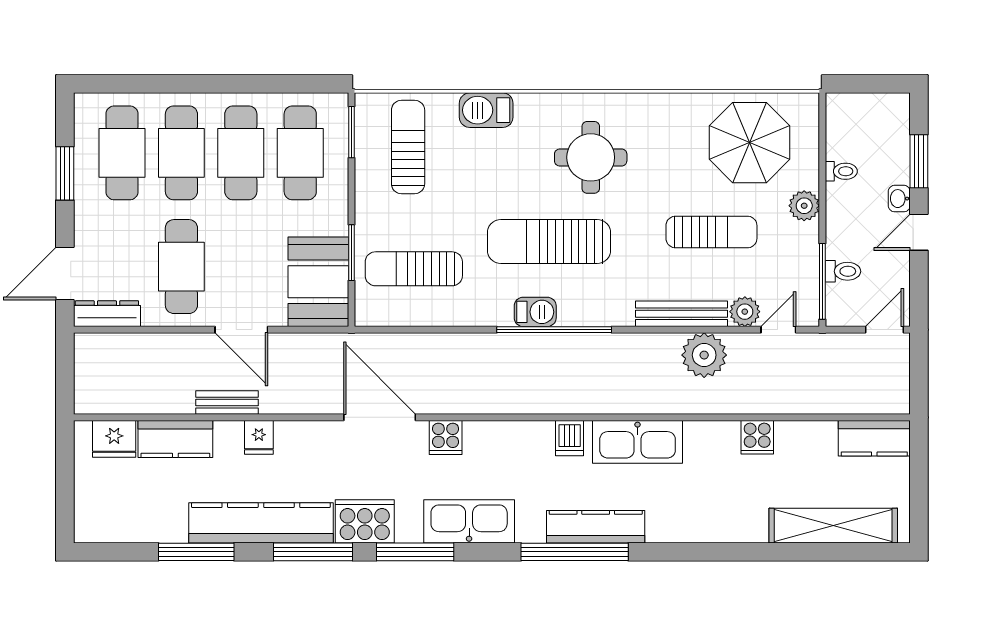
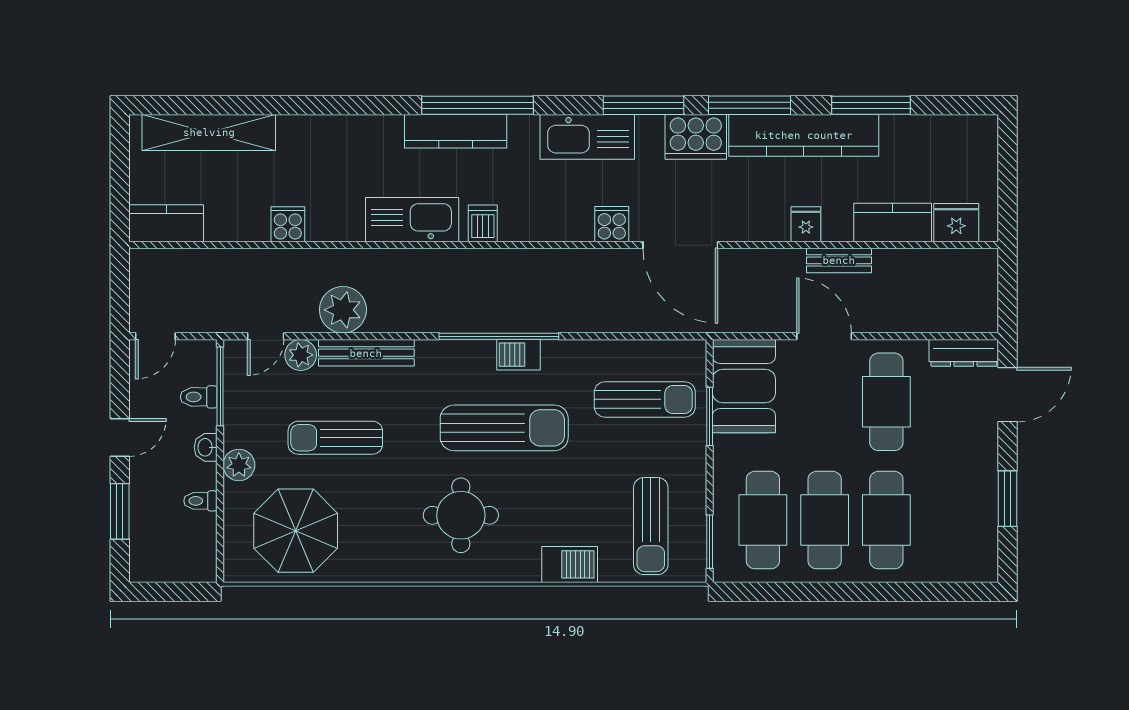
cafe table: (122, 153) -> (948, 520), removed
washbasin: (899, 199) -> (206, 447), moved, turned 180

